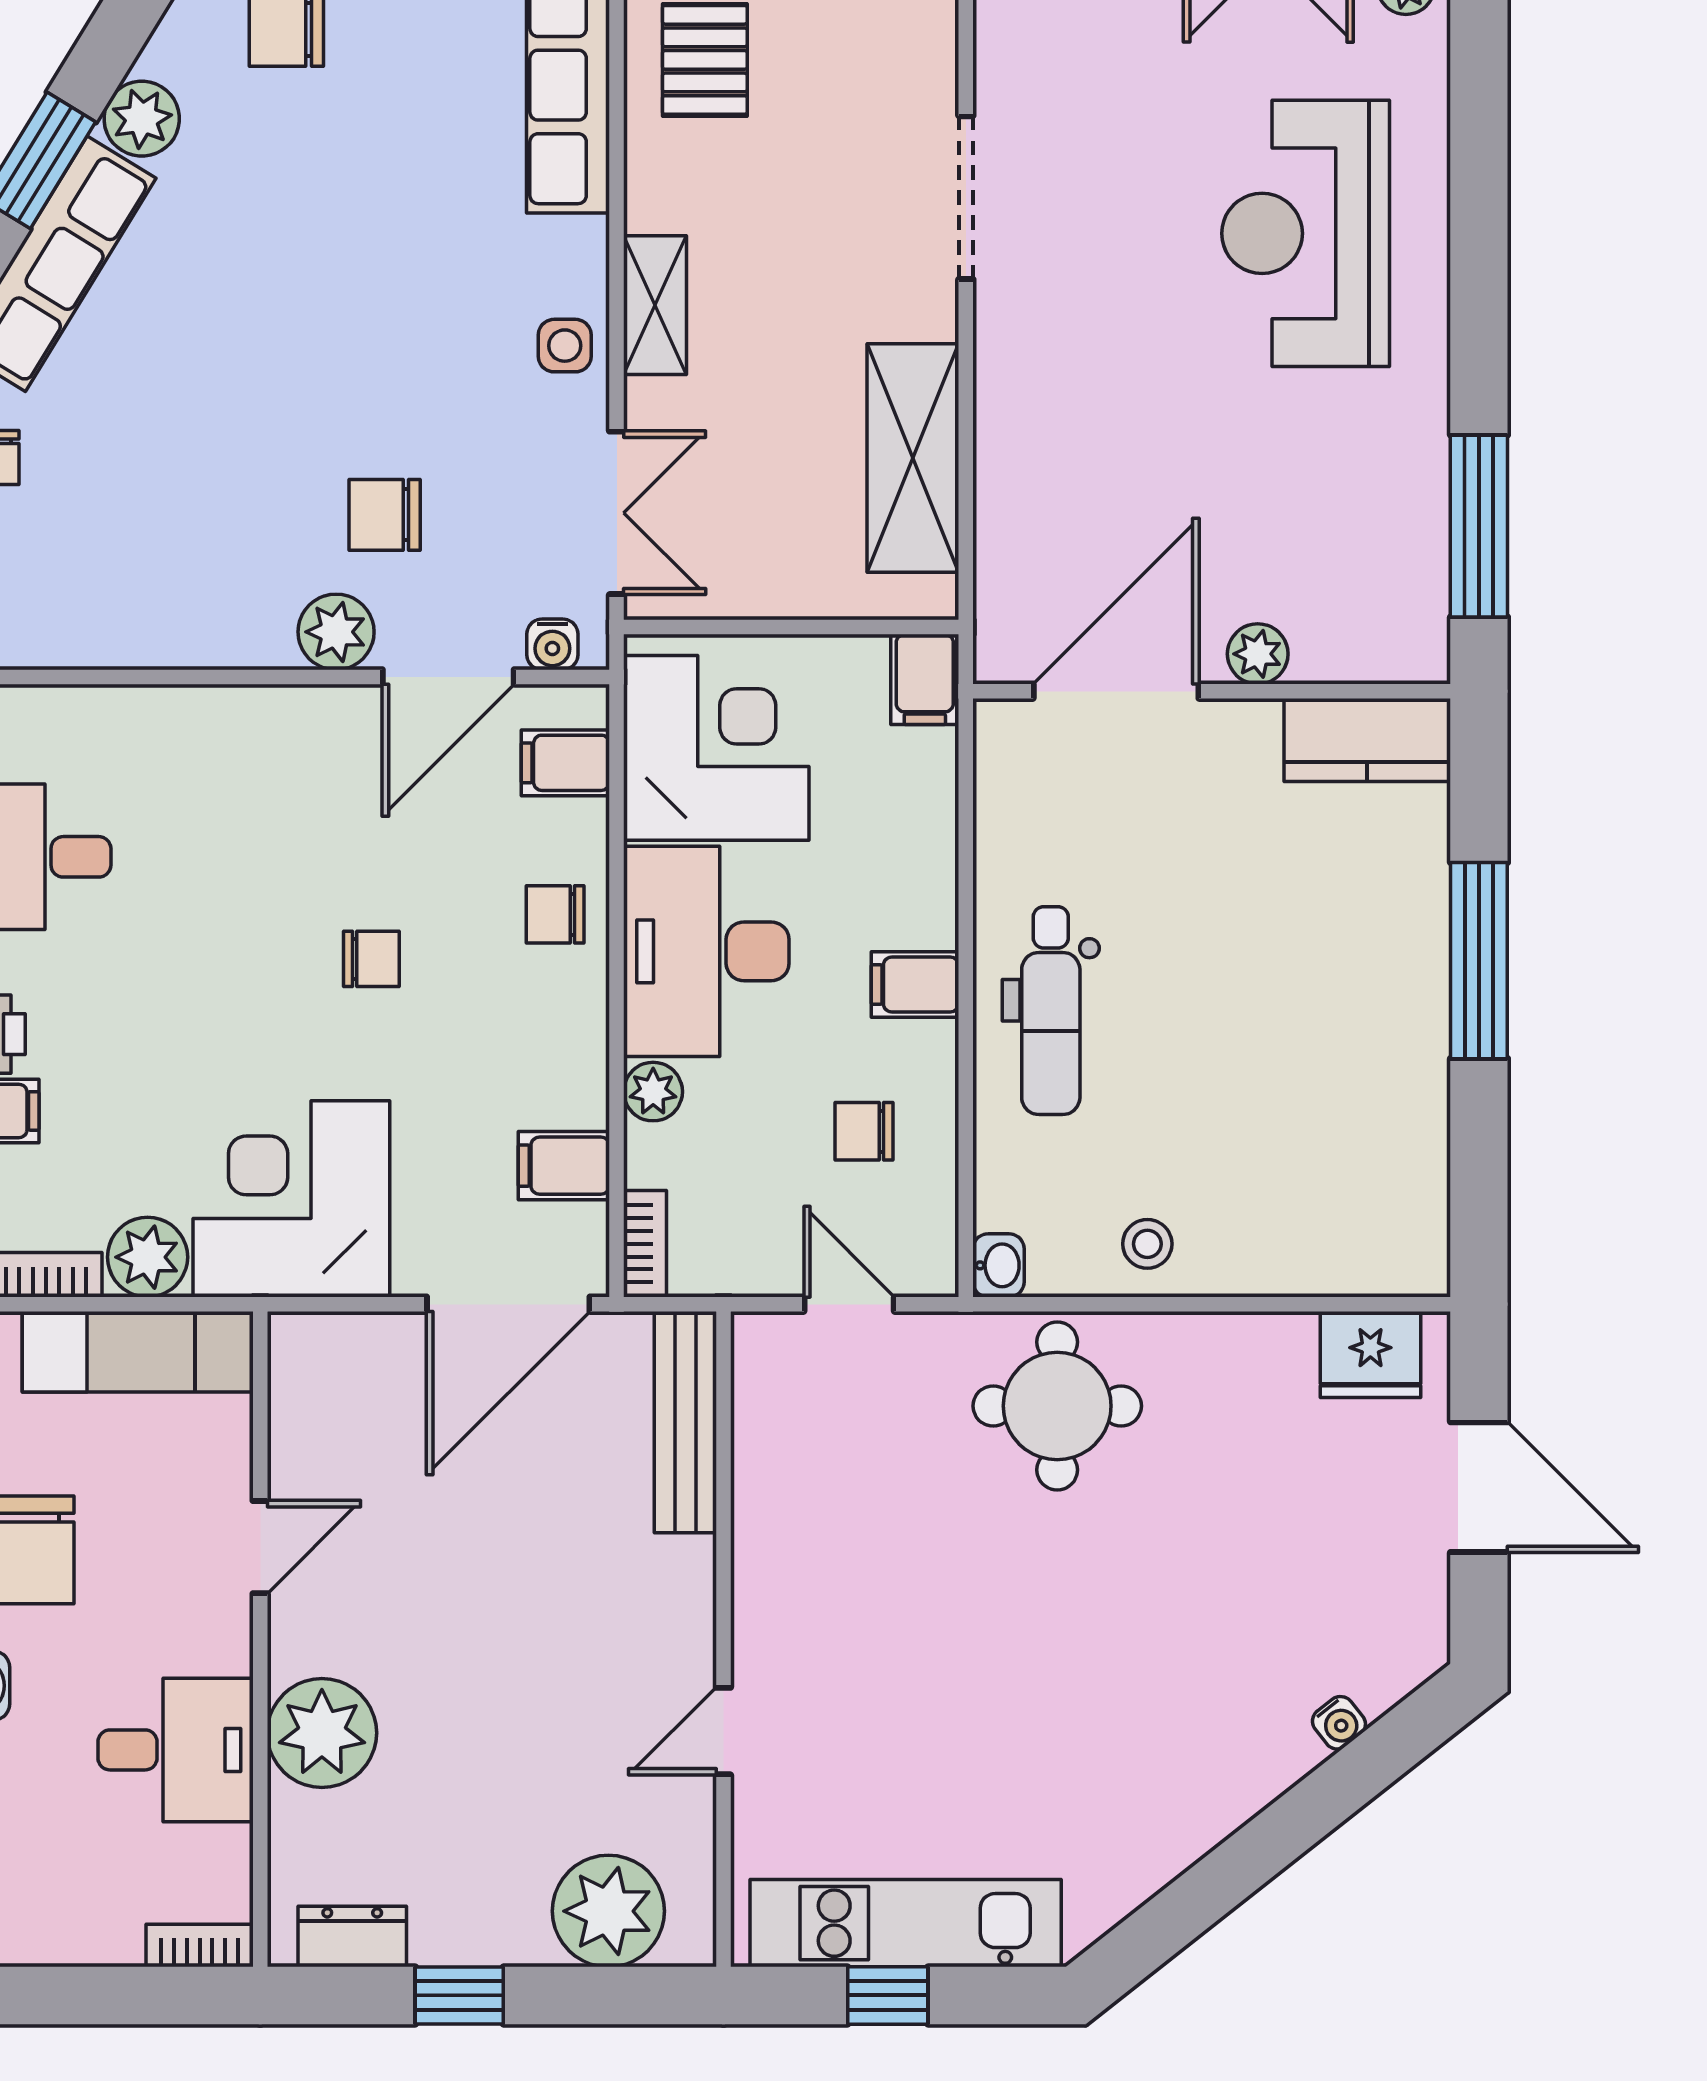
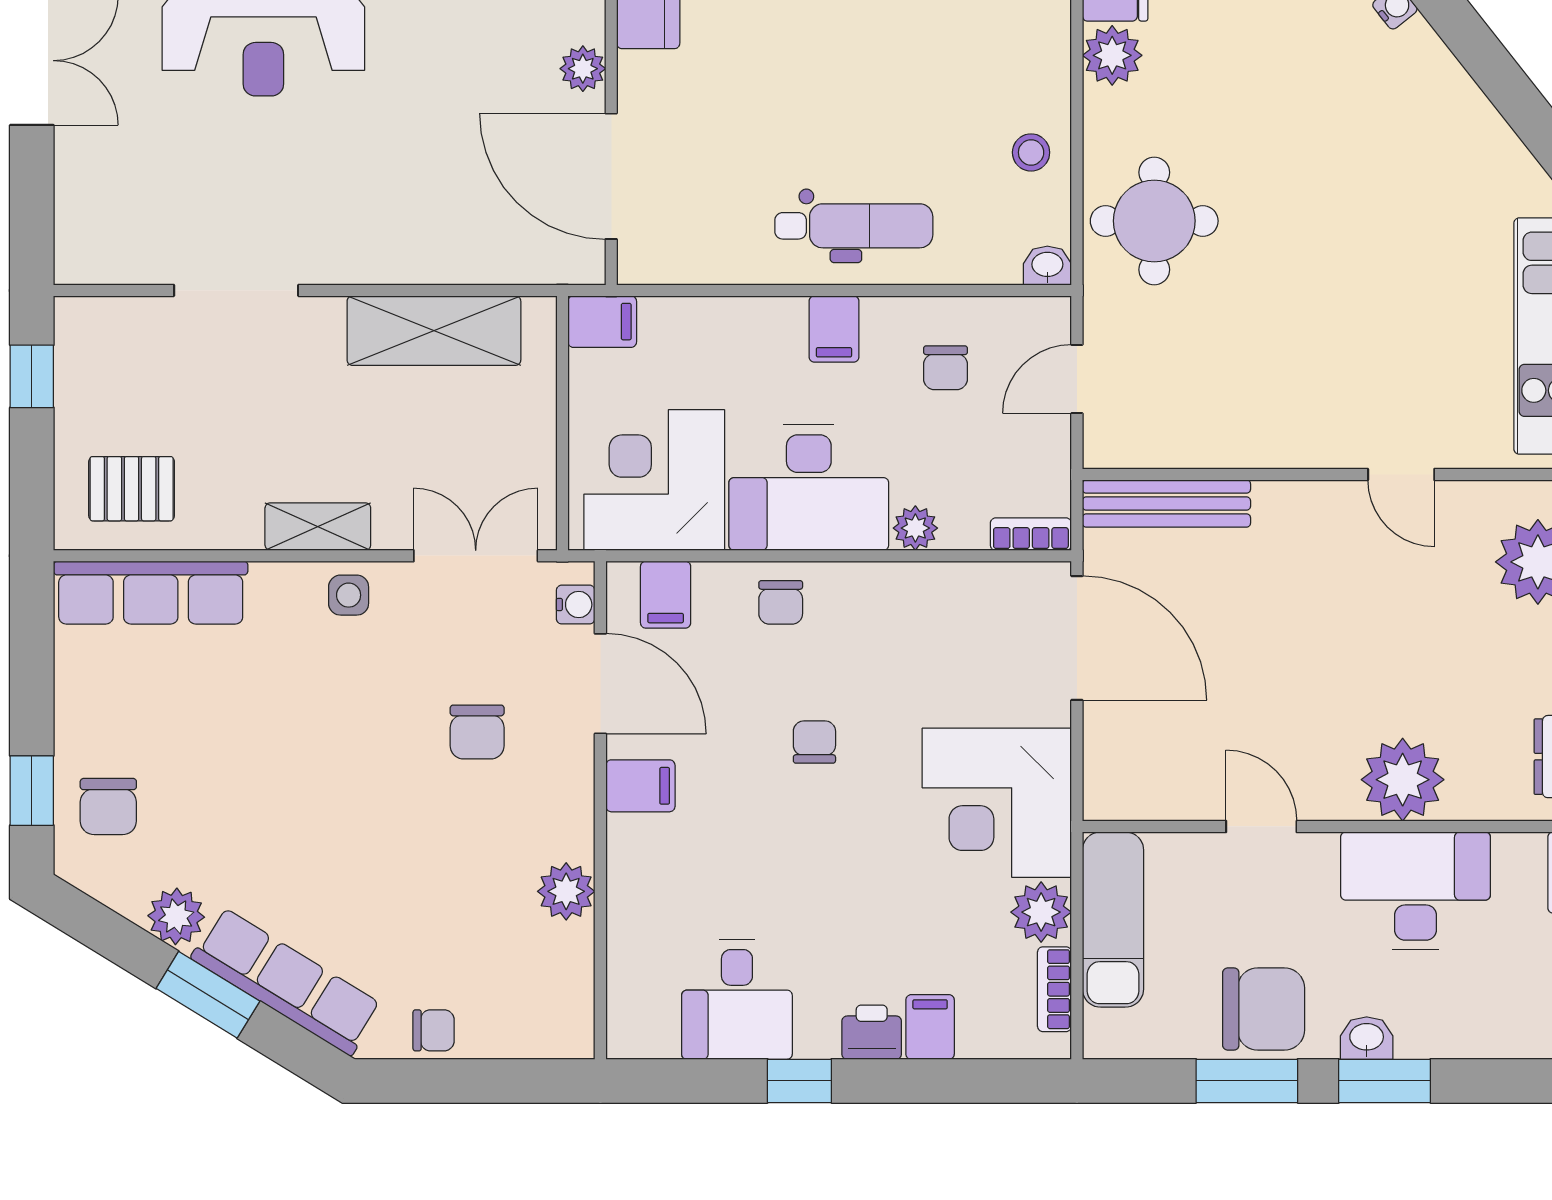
plant: (336, 632) -> (566, 891), moved
filing cabinet: (564, 1166) -> (640, 786), moved, turned -90
plant: (1275, 1351) -> (1112, 55), added
desk: (176, 1750) -> (1416, 891), width x1.37

